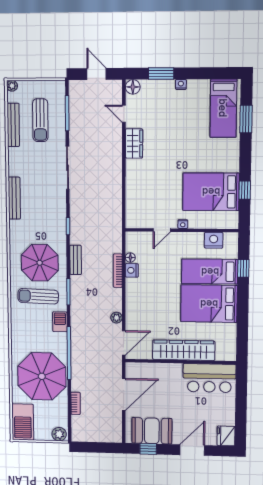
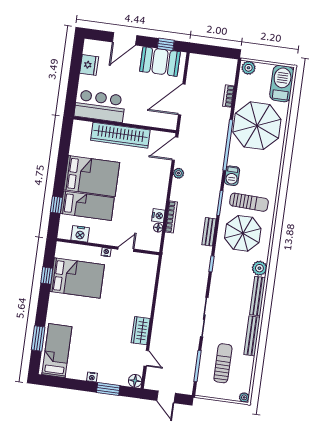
bench: (13, 125) -> (252, 336), moved
plant: (17, 228) -> (259, 268), added
fridge: (226, 436) -> (89, 65), moved

